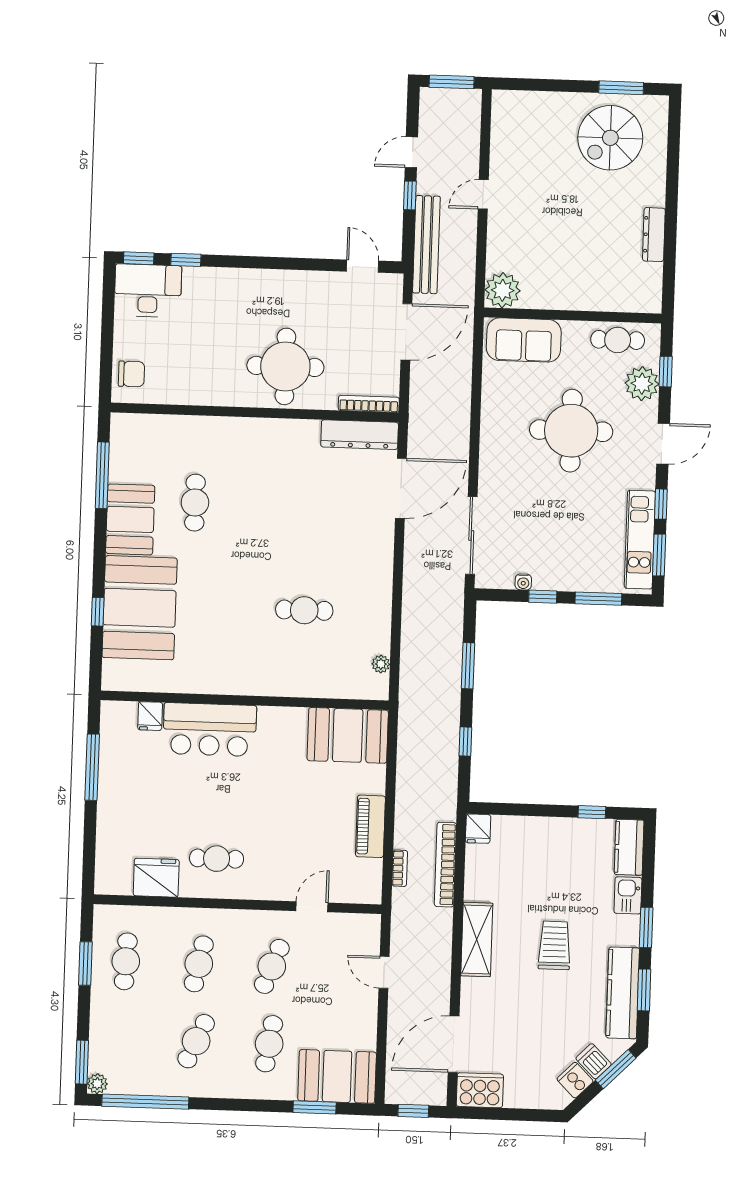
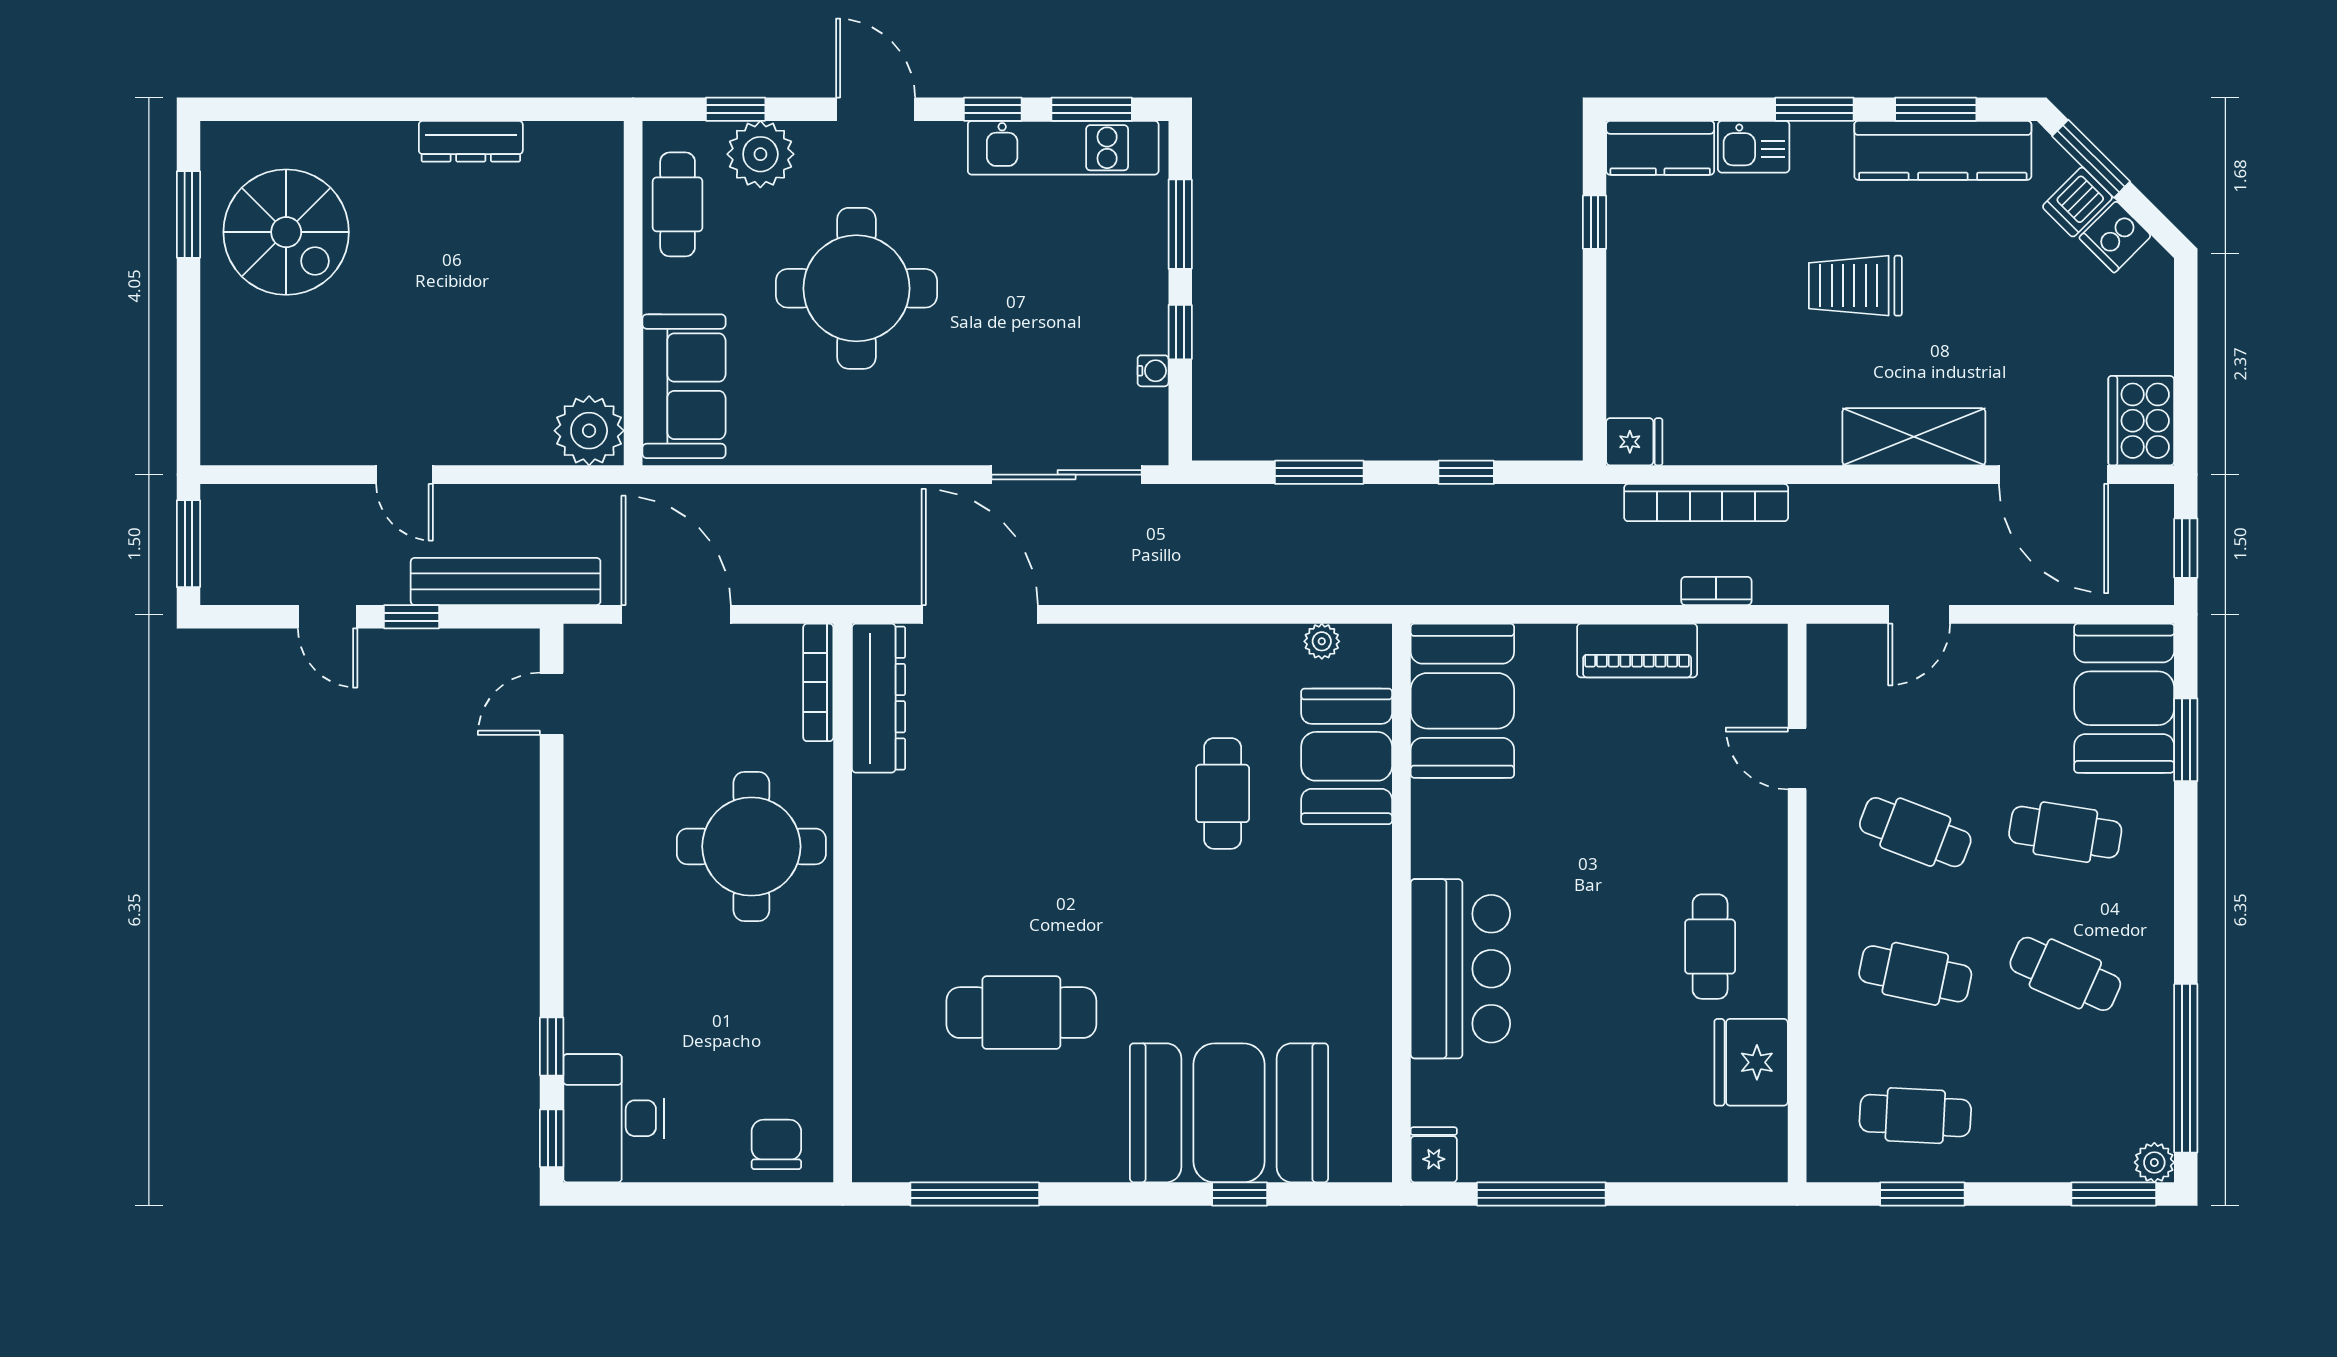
cafe table: (195, 503) -> (1021, 1013), width x1.37, depth x1.35
booth: (130, 519) -> (1347, 756), moved, turned 90
fridge: (150, 716) -> (1434, 1155), moved, turned -90
shelving: (477, 939) -> (1914, 437), moved

